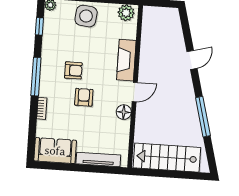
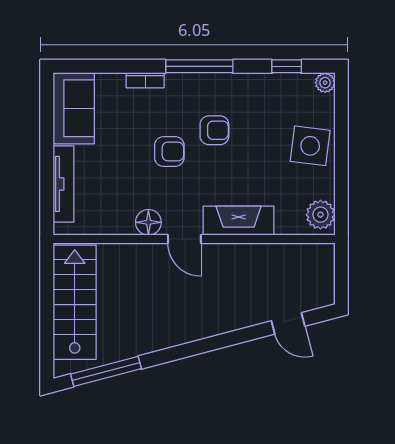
door: (192, 60) -> (288, 323), moved
armchair: (73, 70) -> (214, 130), turned -90
window: (203, 117) -> (106, 371), moved

